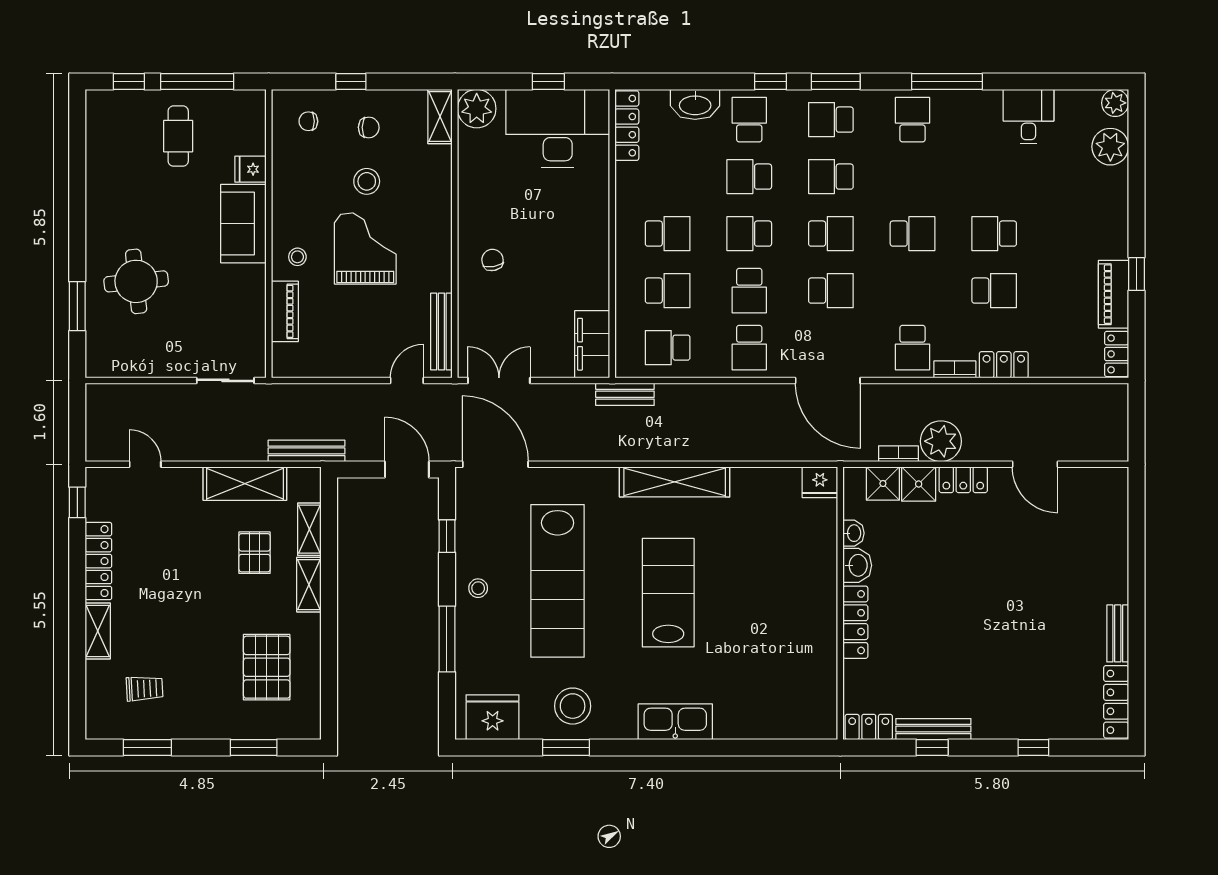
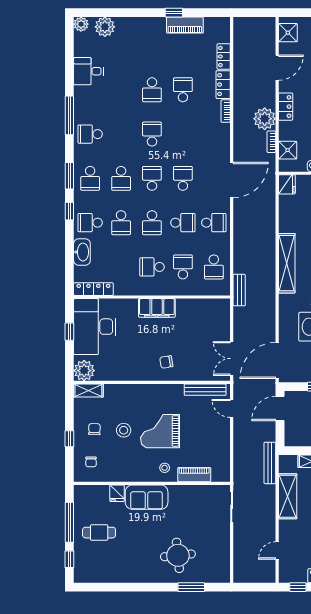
school desk: (668, 234) -> (152, 267), turned -90
filing cabinet: (592, 344) -> (157, 308), moved
school desk: (913, 348) -> (214, 134), removed
locker: (1117, 354) -> (224, 56), moved, turned 90
shower: (919, 484) -> (288, 33), moved

